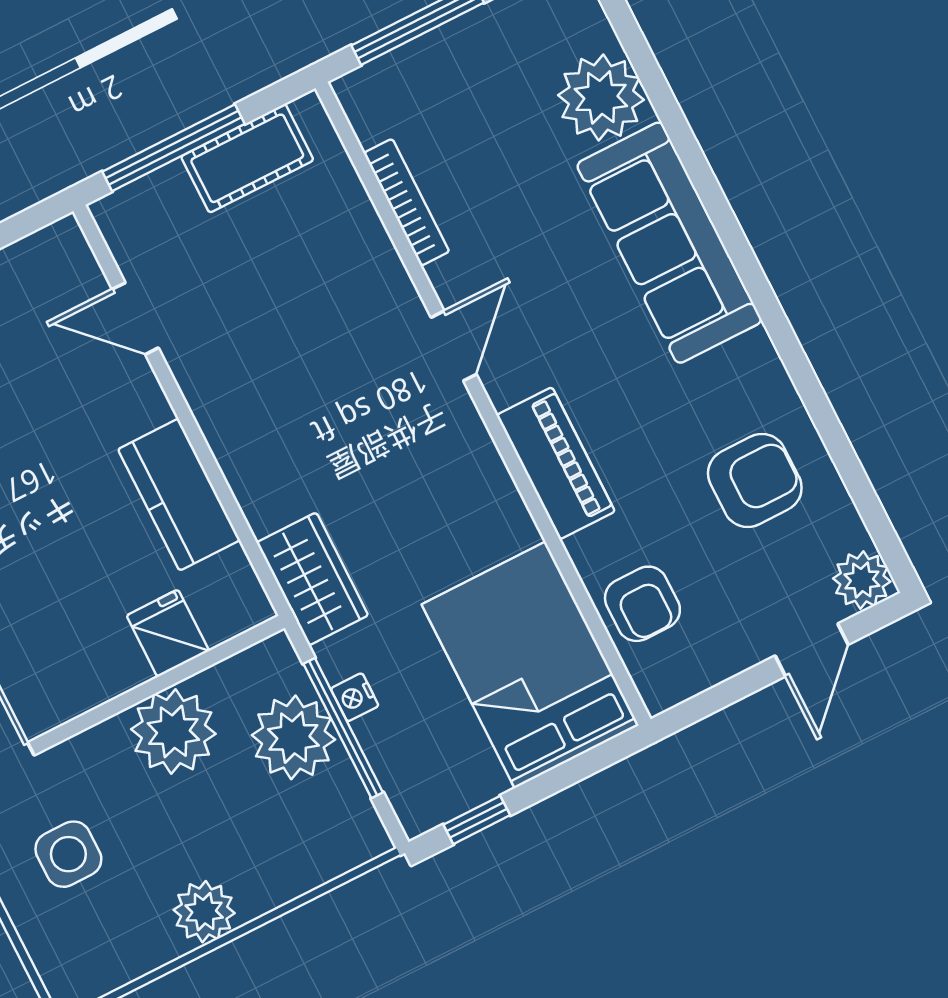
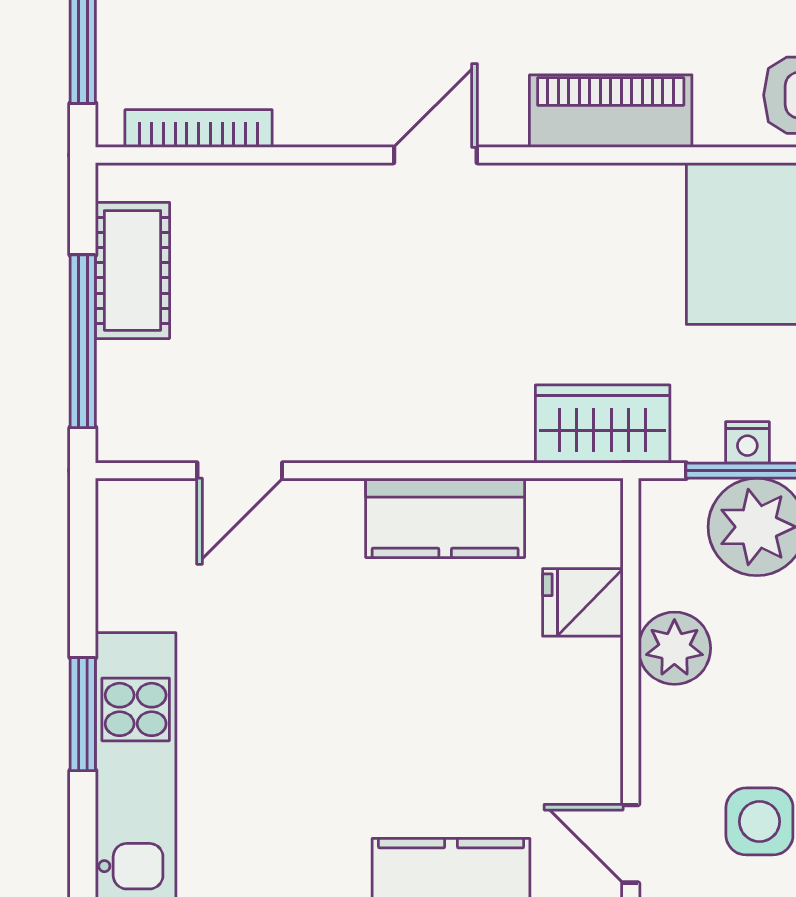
bookcase: (406, 202) -> (199, 129), moved
door: (454, 346) -> (435, 155), hinge flipped
plant: (173, 732) -> (674, 648), width x0.73, depth x0.73

